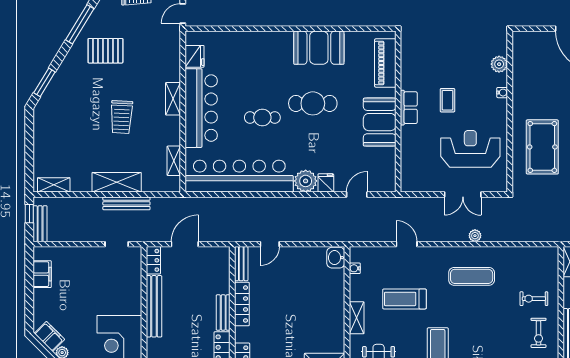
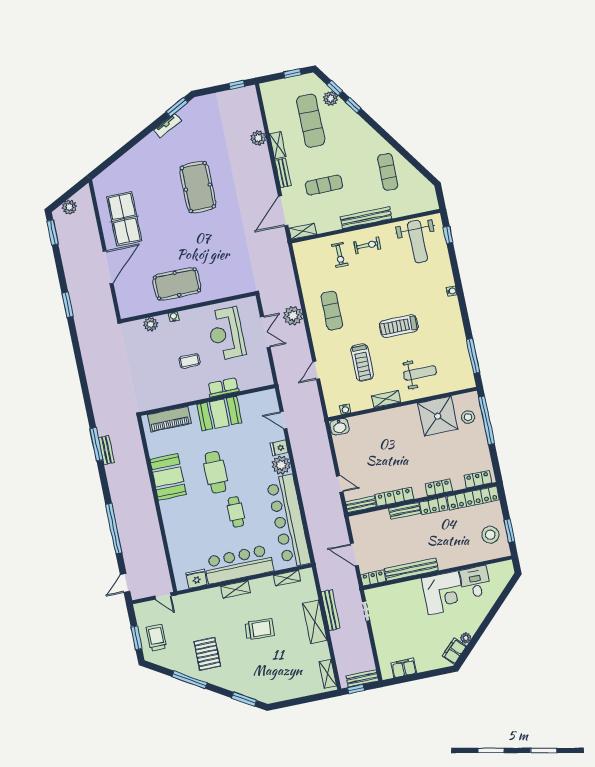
row of seats: (409, 108) -> (223, 387), moved
pool table: (542, 147) -> (177, 284), moved
plant: (475, 236) -> (293, 316), width x1.88, depth x1.88

